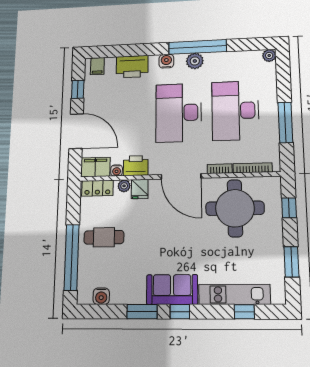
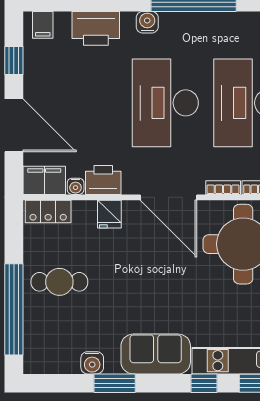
plant: (195, 61) -> (189, 24), removed
plant: (124, 186) -> (87, 209), removed
water cooler: (101, 296) -> (92, 363), moved
window: (180, 312) -> (204, 383), moved

